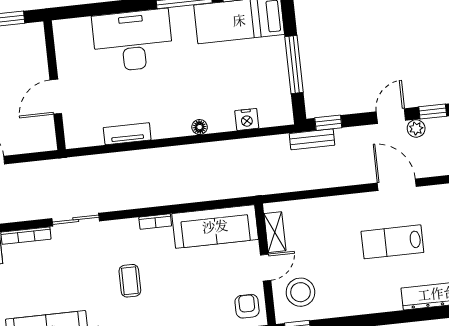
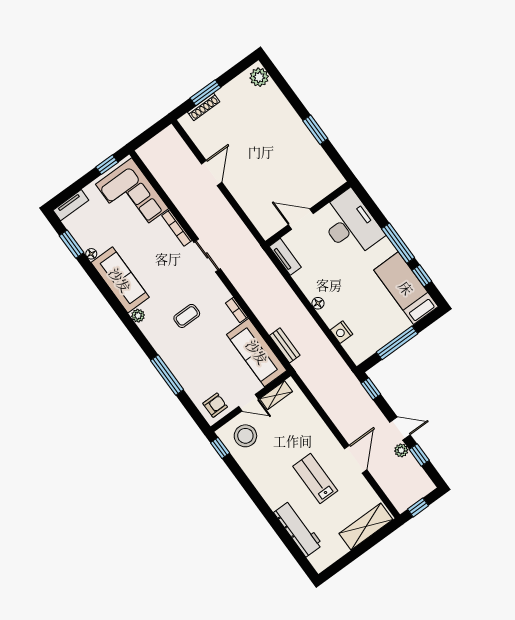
wall: (55, 85) -> (308, 214), moved
door: (56, 97) -> (301, 219), moved
bench: (312, 139) -> (285, 345), moved

